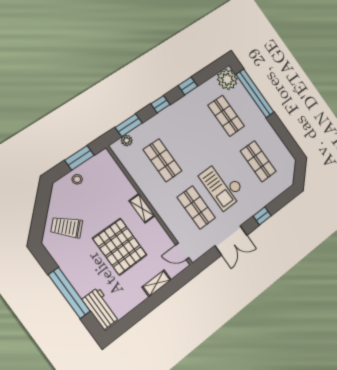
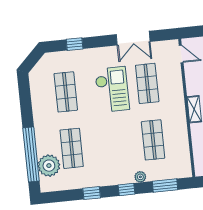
plant: (227, 79) -> (49, 166), moved
plant: (127, 140) -> (140, 177), moved
window: (262, 216) -> (75, 44), moved
double door: (231, 240) -> (133, 38), swing flipped

